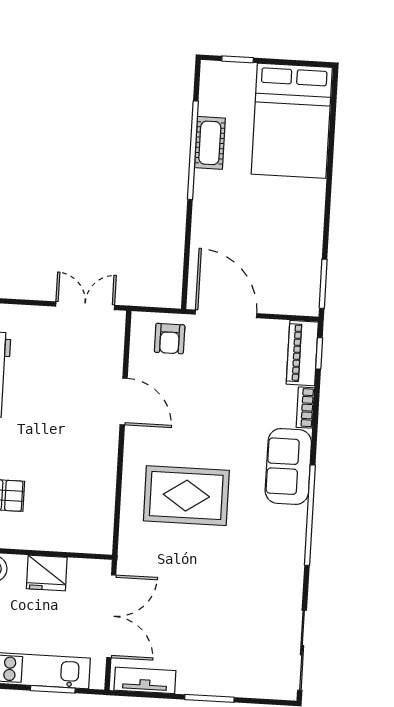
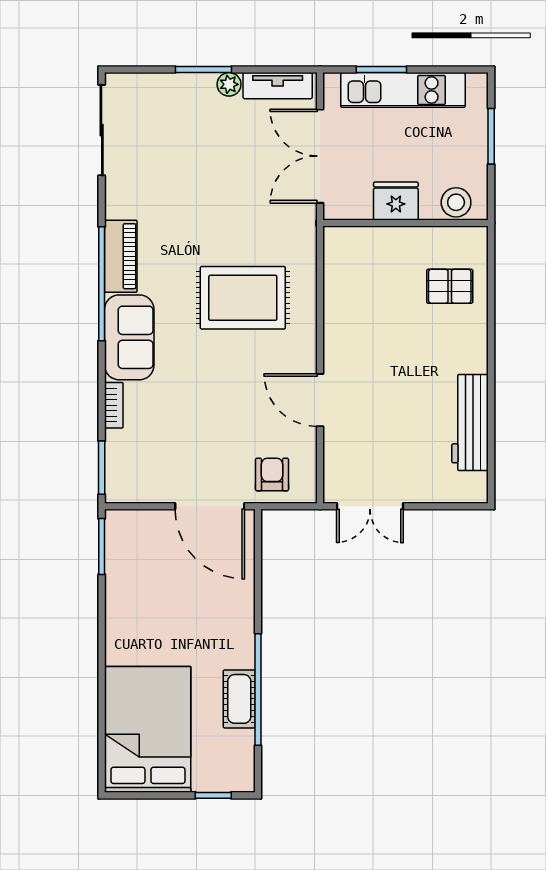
piano: (302, 353) -> (121, 256), moved
window: (319, 353) -> (102, 468), width x1.50
plant: (188, 684) -> (229, 84), added

